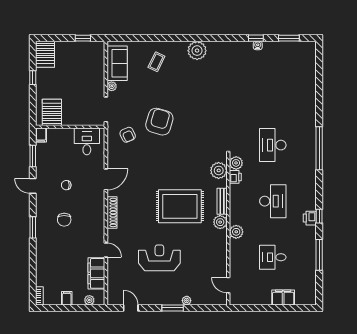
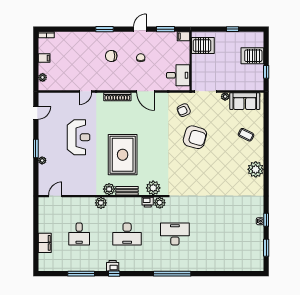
server rack: (45, 54) -> (252, 56), moved
desk: (273, 257) -> (79, 234), turned 180
filing cabinet: (96, 273) -> (65, 83), removed

